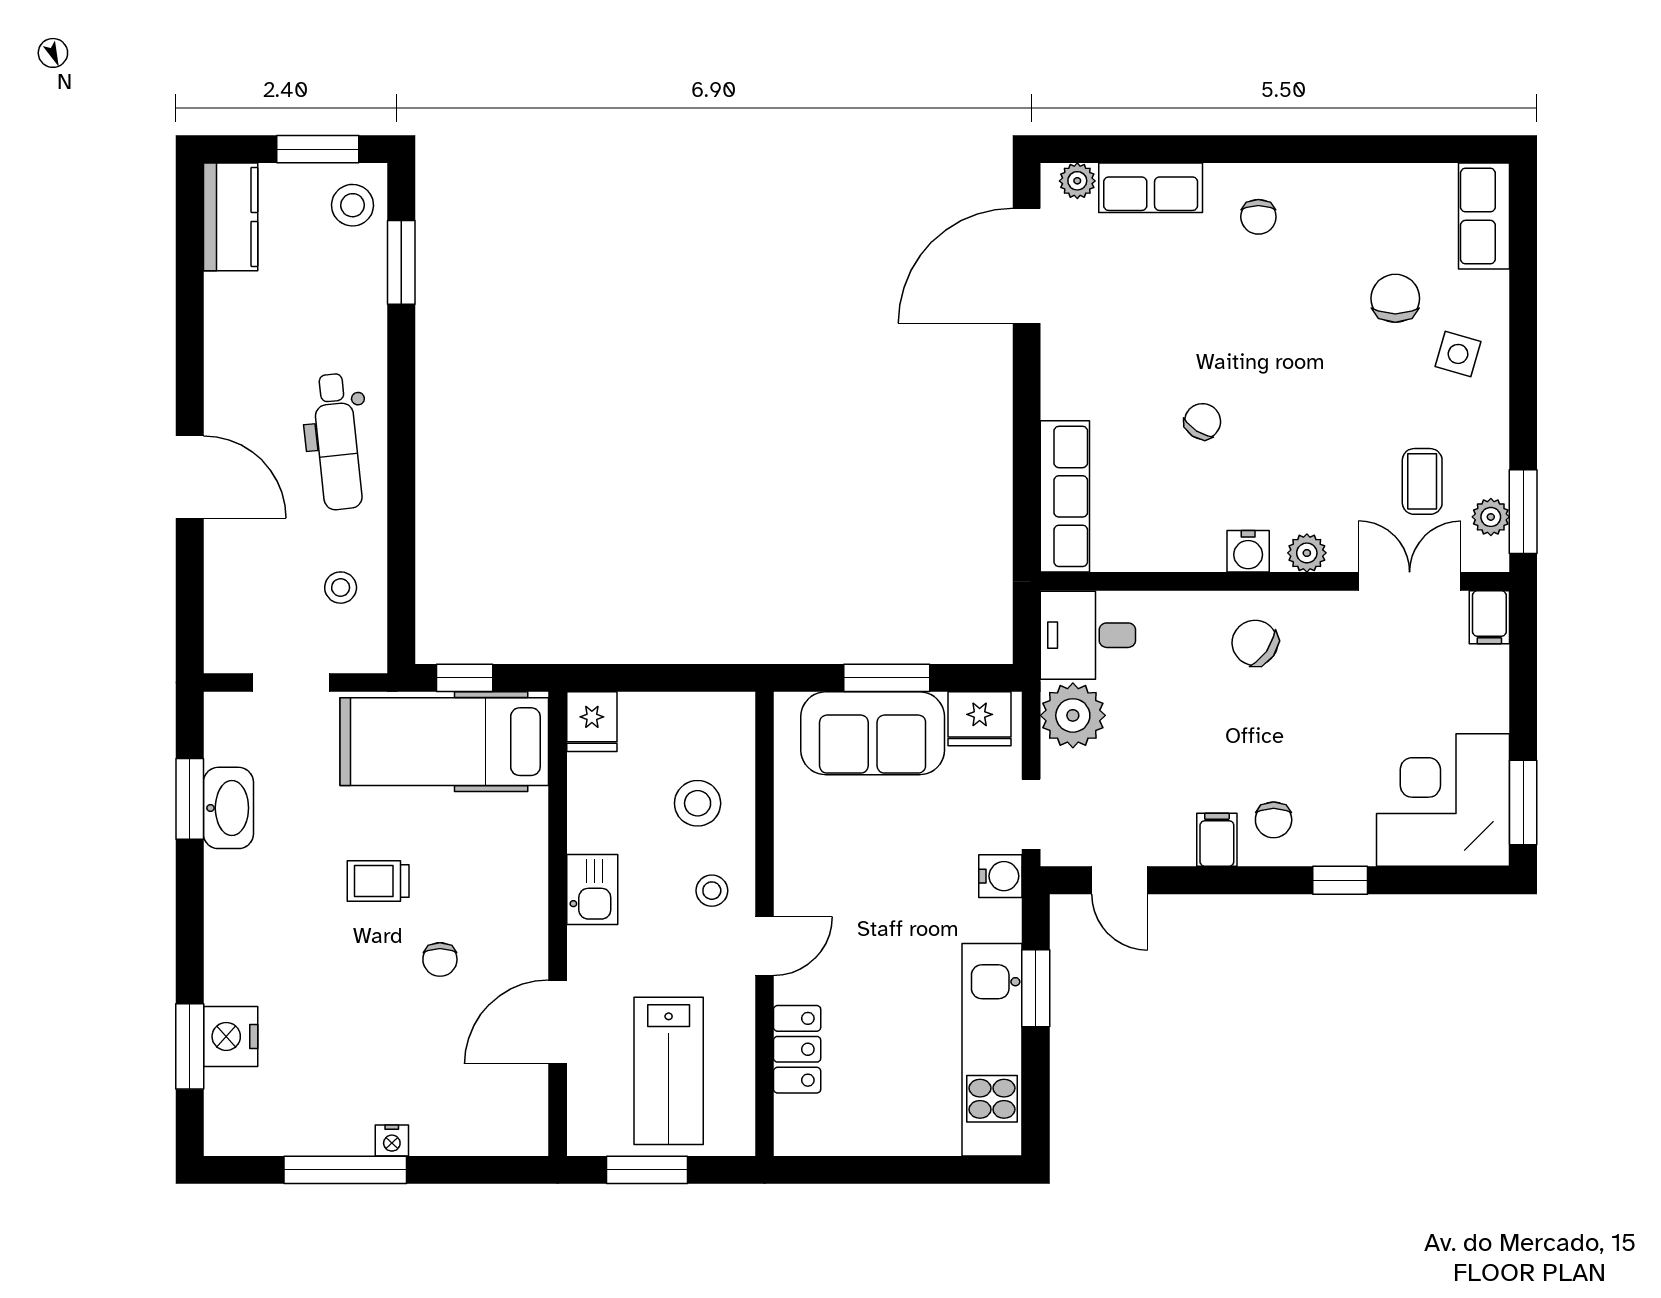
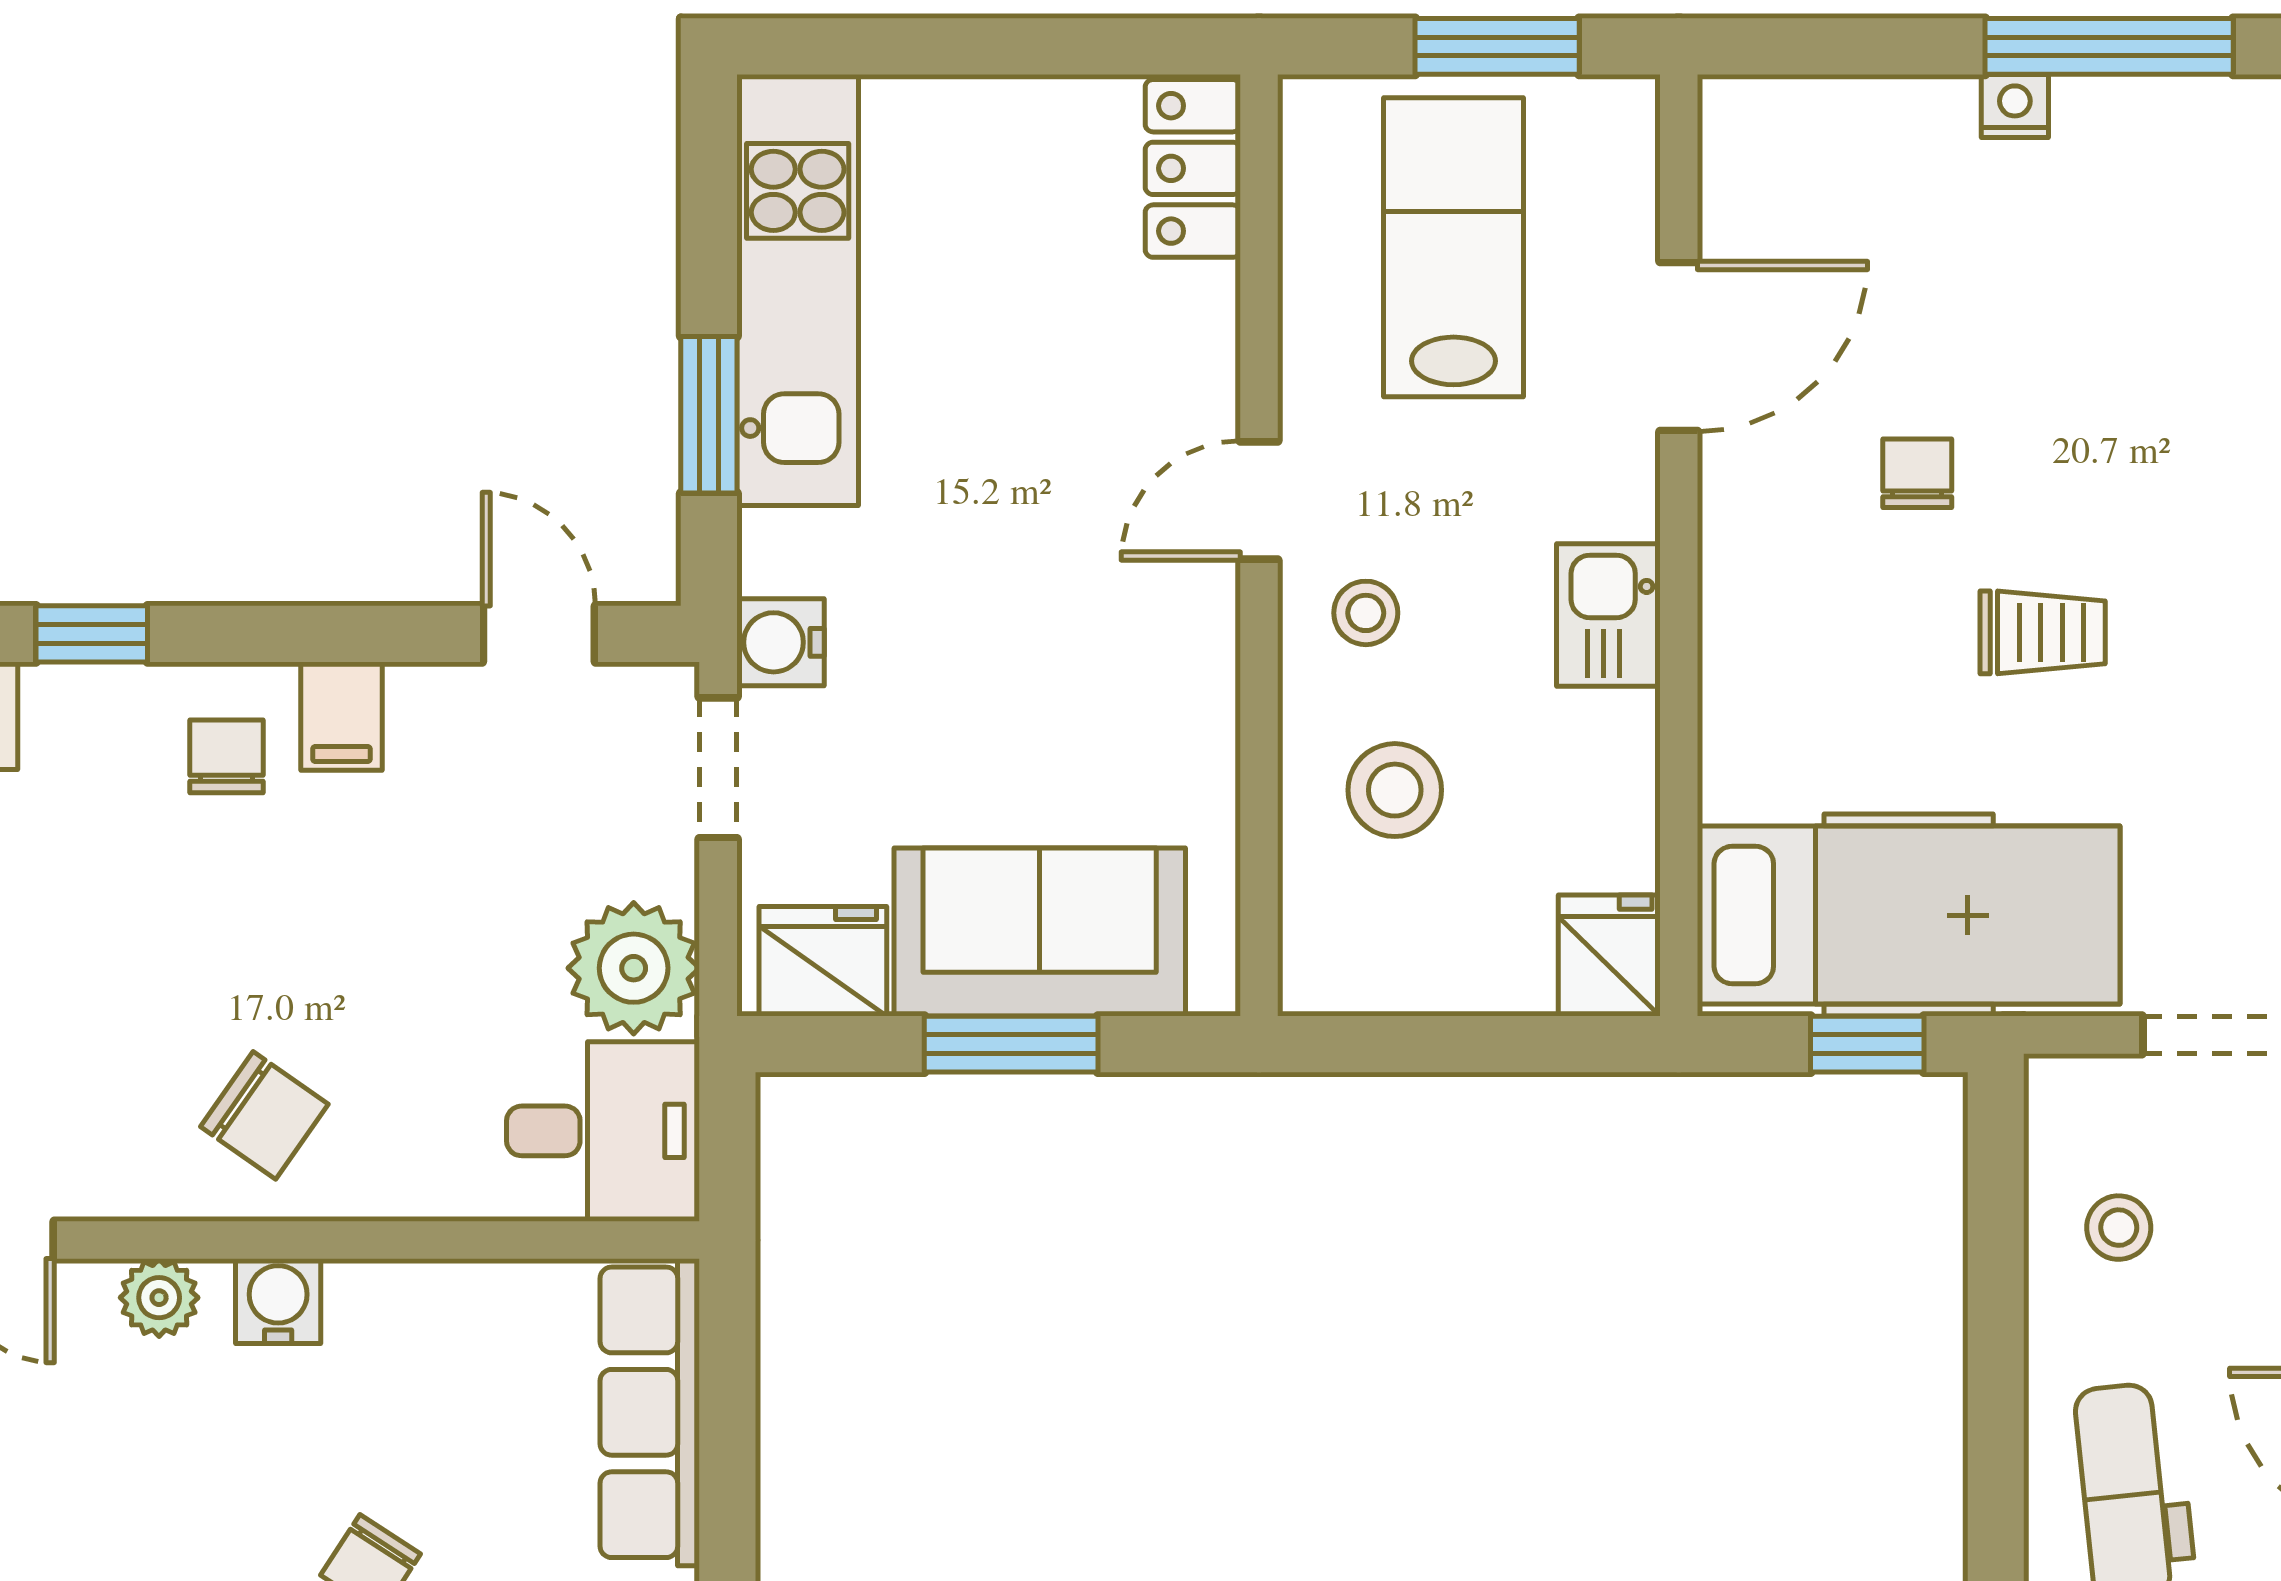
locker: (797, 1049) -> (1193, 168), moved

